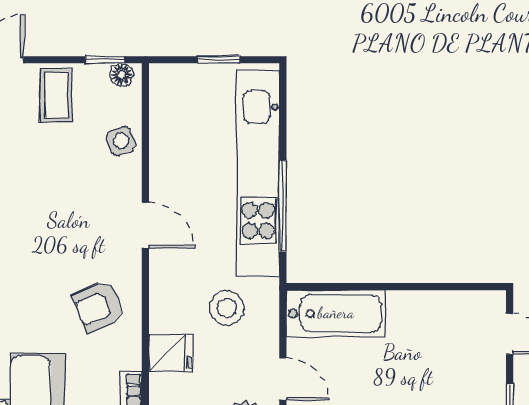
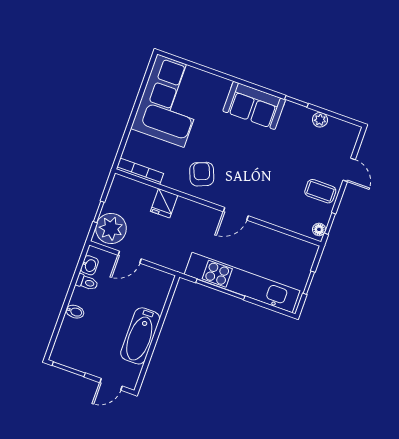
side table: (121, 141) -> (284, 217), removed
stool: (227, 308) -> (177, 241), removed
bathtub: (336, 313) -> (140, 336), moved

